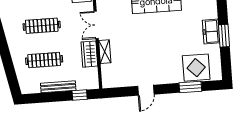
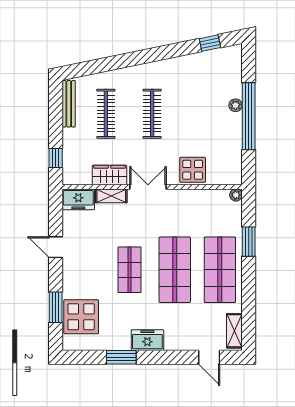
freezer: (211, 31) -> (147, 340), moved
shop shelf: (159, 34) -> (130, 270), added
freezer: (109, 76) -> (78, 199), added
bench: (58, 87) -> (69, 104), moved

